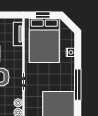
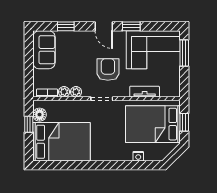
tv unit: (18, 34) -> (145, 92), moved
window: (78, 85) -> (98, 165), removed

